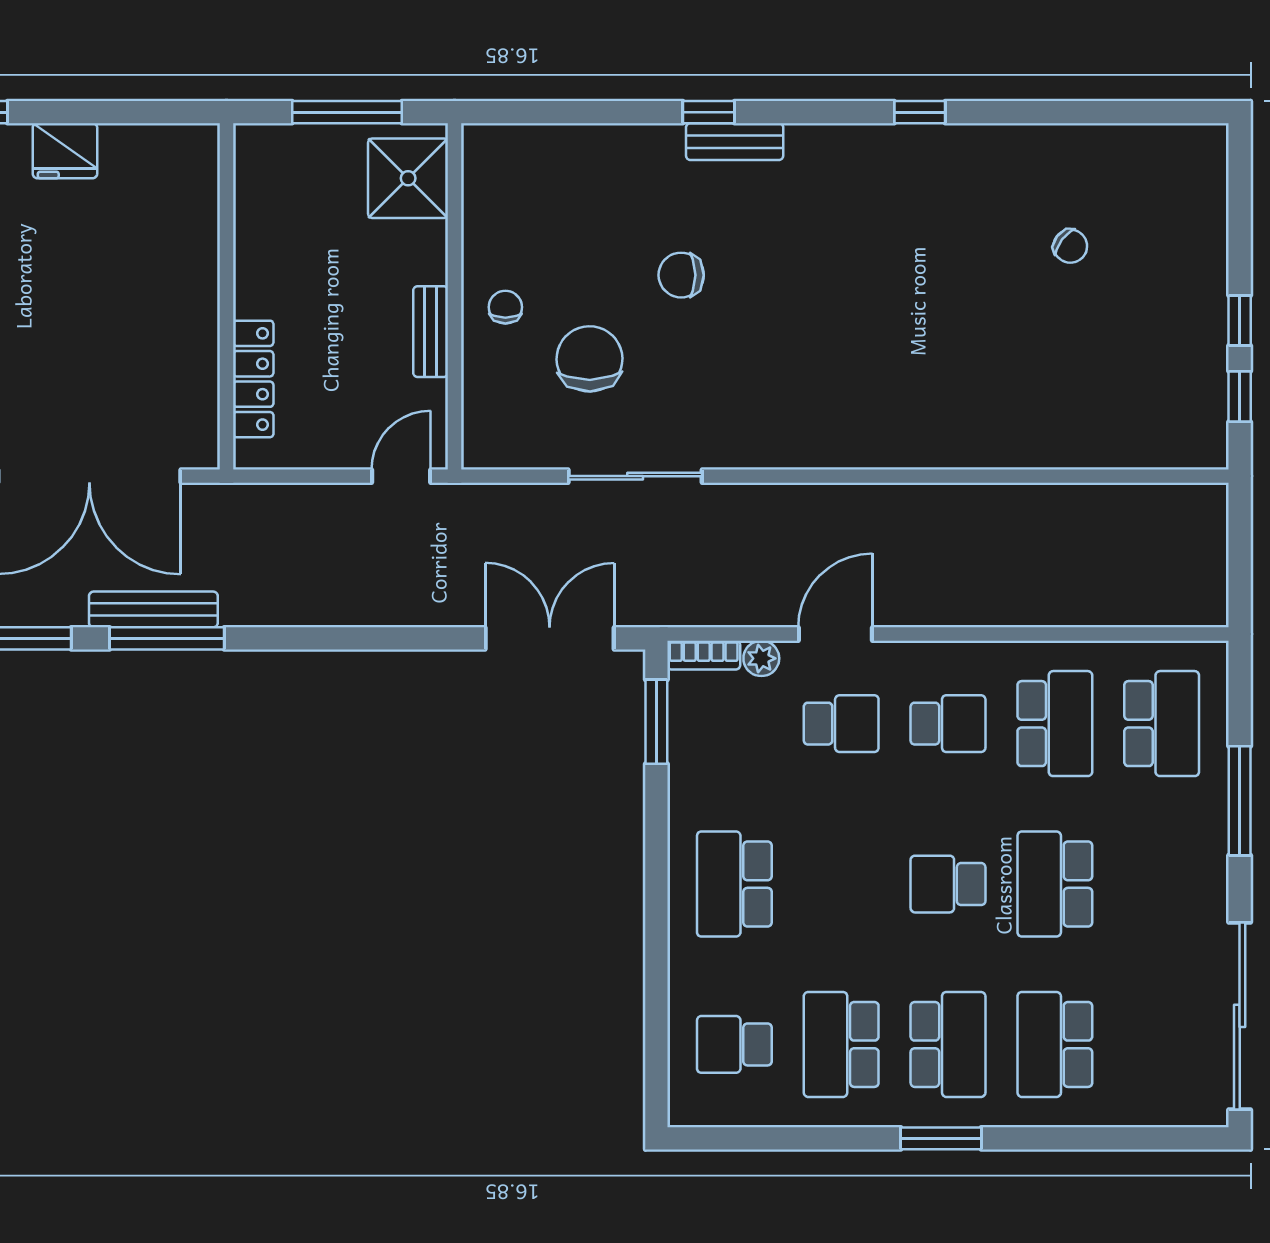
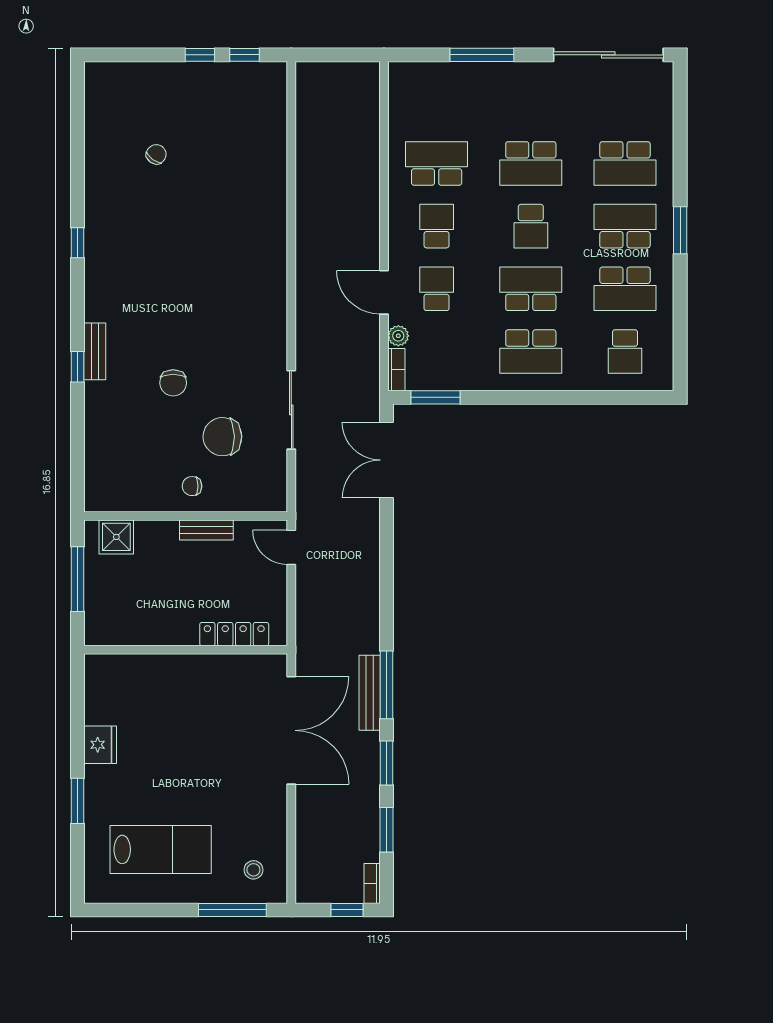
shower: (408, 178) -> (116, 537), width x0.73, depth x0.73
school desk: (1162, 724) -> (531, 289), moved

